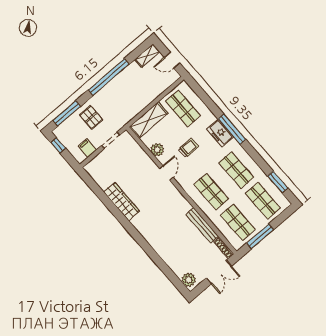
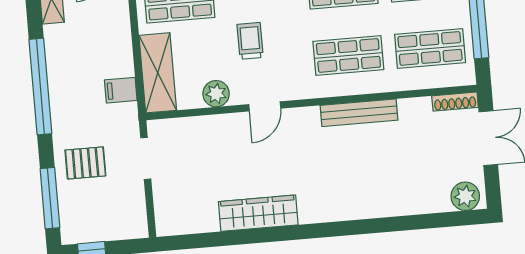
filing cabinet: (87, 148) -> (121, 90), moved
door: (166, 173) -> (265, 106), swing flipped
bench: (202, 225) -> (359, 113), moved

